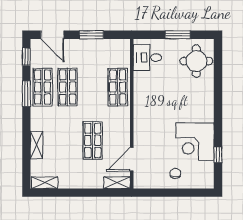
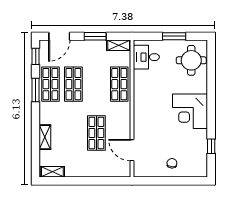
door: (52, 35) -> (59, 36), hinge flipped
corner desk: (195, 142) -> (190, 111), moved
door: (132, 159) -> (132, 150), hinge flipped
shelving: (117, 183) -> (119, 45), moved

